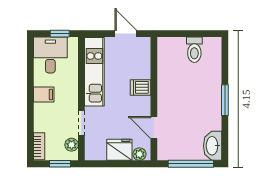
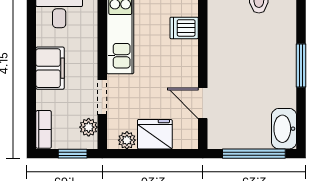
dishwasher: (140, 87) -> (184, 28), moved
filing cabinet: (44, 94) -> (50, 68), width x2.00
plant: (139, 154) -> (127, 140), moved

